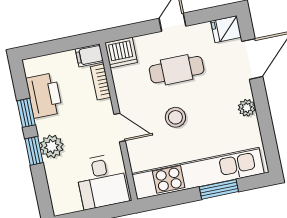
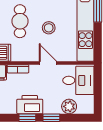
printer: (44, 95) -> (30, 105), moved
door: (120, 127) -> (48, 63), hinge flipped
plant: (52, 146) -> (69, 106), moved

